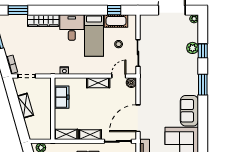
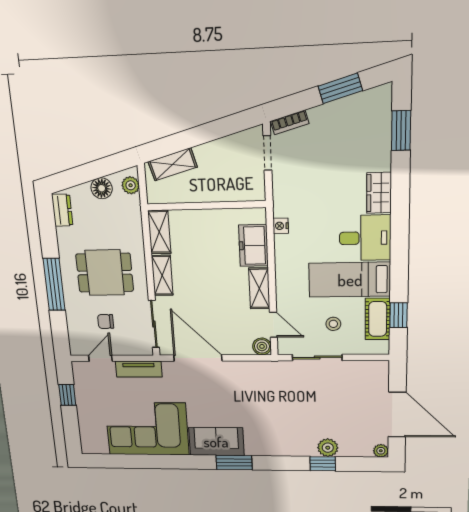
wardrobe: (43, 21) -> (379, 193), width x0.67
window: (203, 85) -> (234, 463), moved
freezer: (62, 97) -> (253, 246), moved, turned 90
shelving: (25, 106) -> (173, 164), moved

